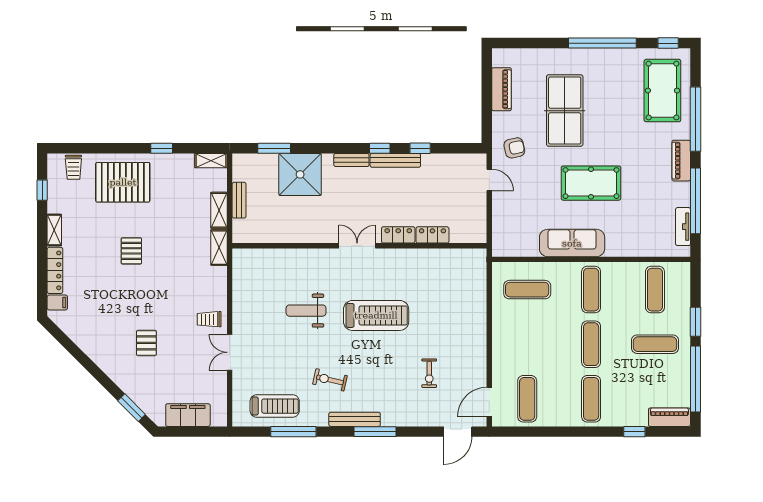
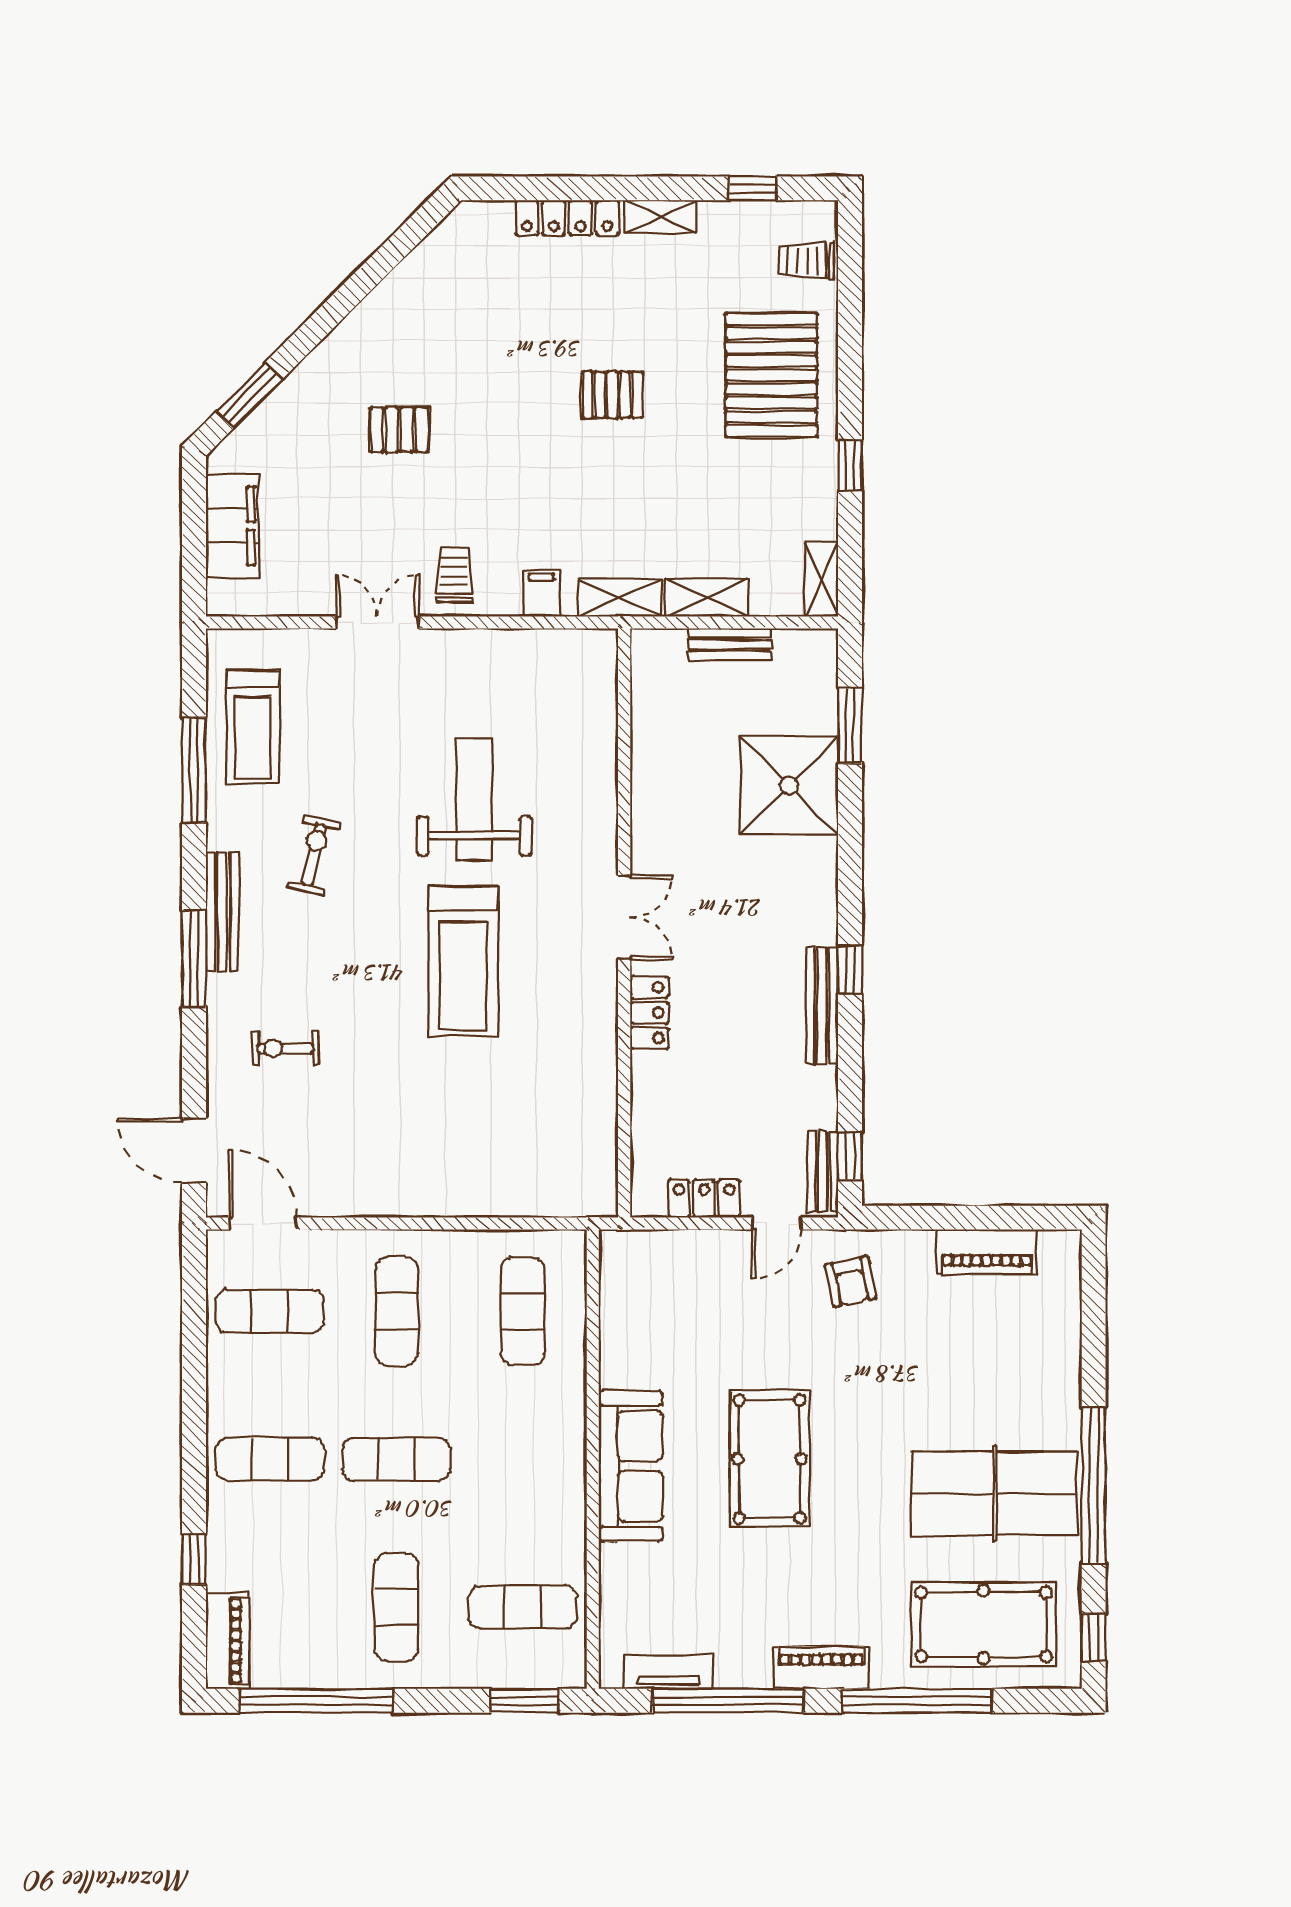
table tennis table: (565, 111) -> (995, 1493), moved
window: (420, 148) -> (850, 1156), moved
bench: (351, 160) -> (823, 1172), moved
locker: (432, 235) -> (704, 1198), moved, turned -90
sofa: (572, 243) -> (631, 1466), moved
exercise mat: (591, 290) -> (396, 1311), moved, turned 90
filing cabinet: (57, 302) -> (541, 593), moved, turned 180
weight bench: (306, 311) -> (474, 799), width x1.36, depth x1.33
window: (695, 322) -> (524, 1701), moved
exercise bike: (429, 373) -> (286, 1048), moved

